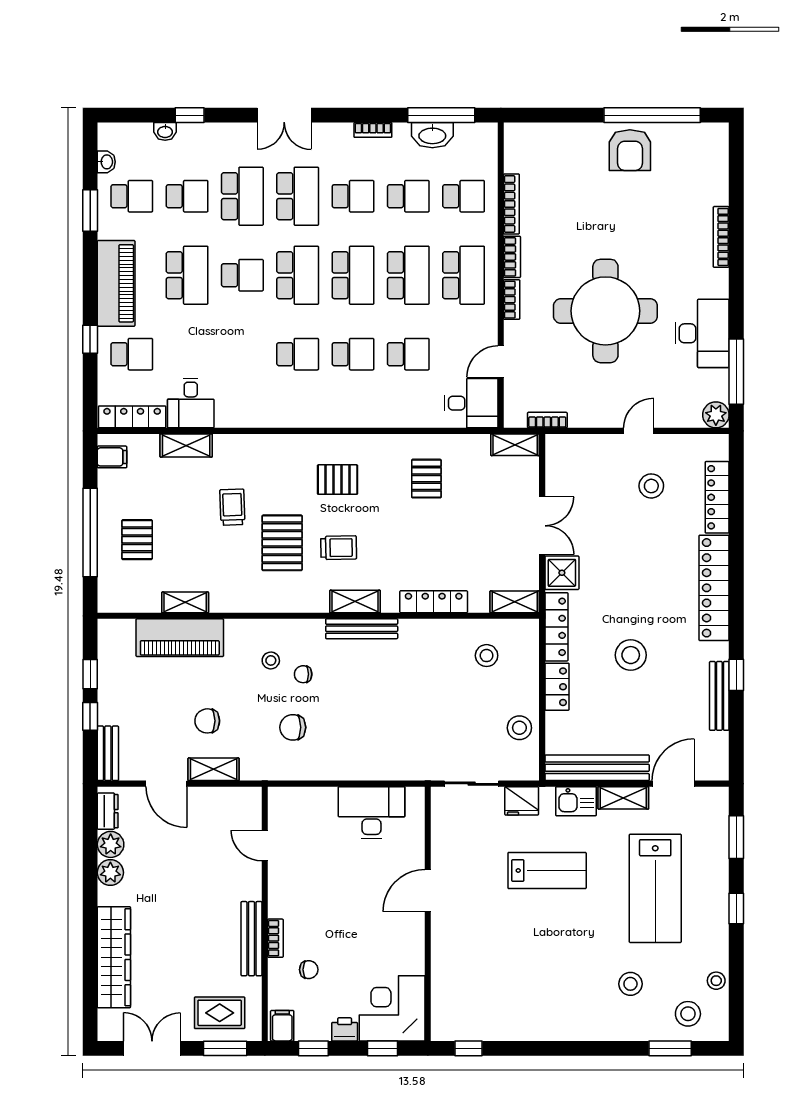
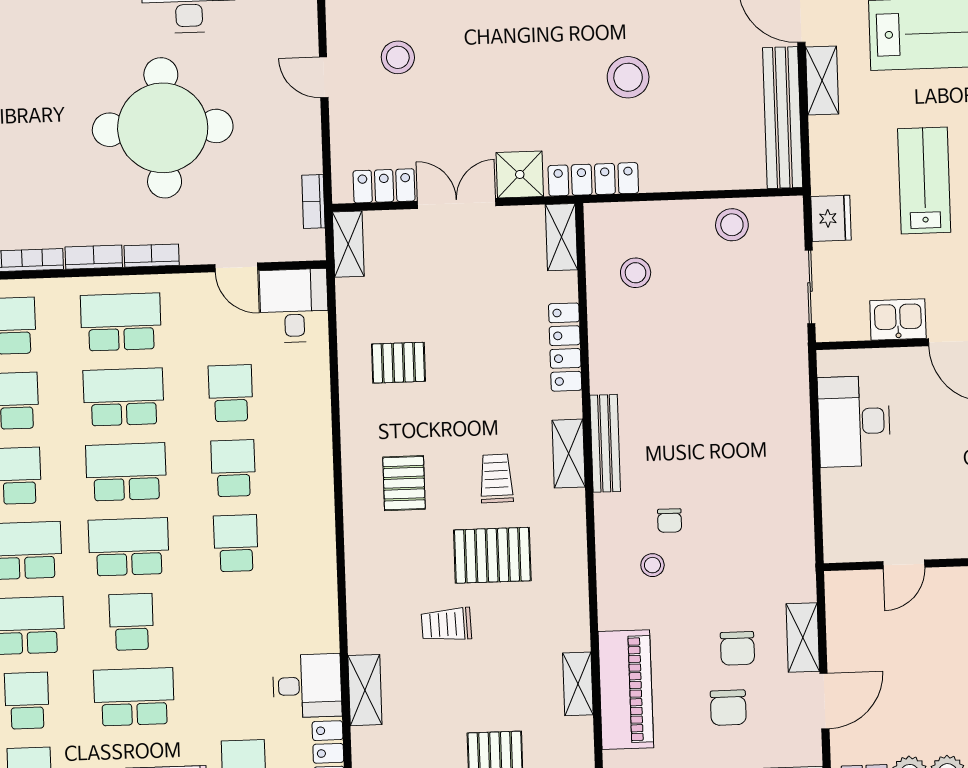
locker: (557, 687) -> (384, 186), moved
chair: (293, 727) -> (728, 708), moved
kitchen sink: (576, 801) -> (898, 319), moved, turned -90

